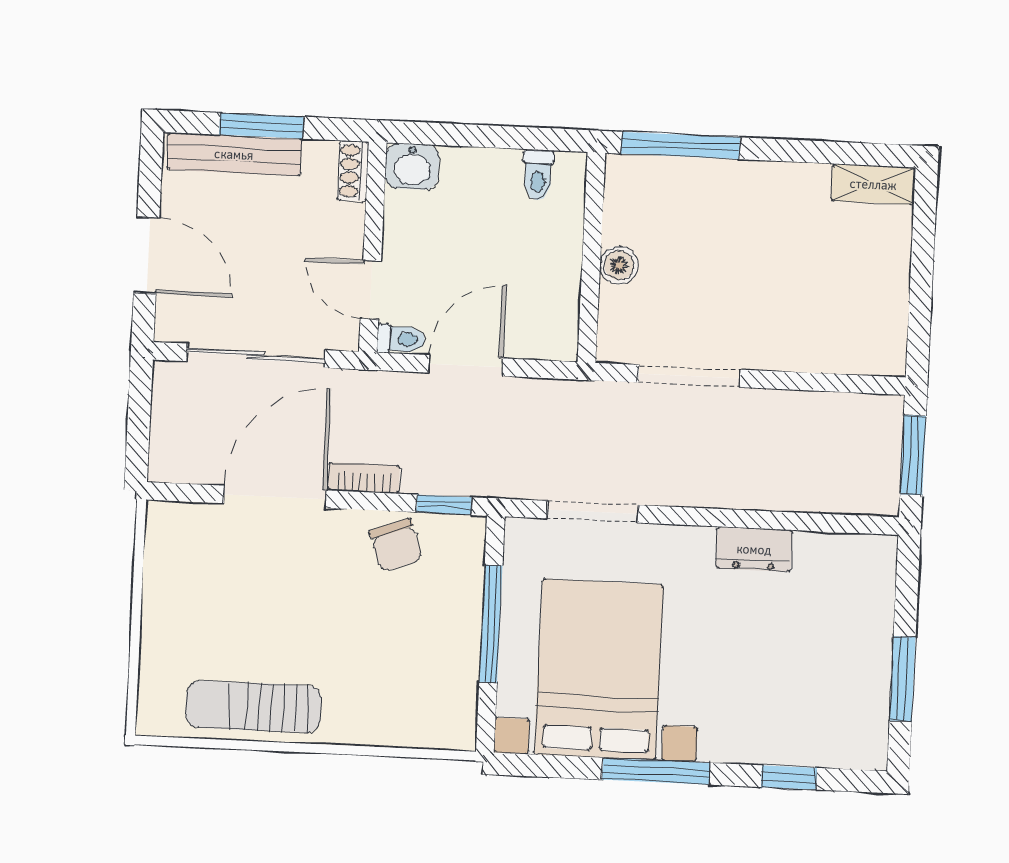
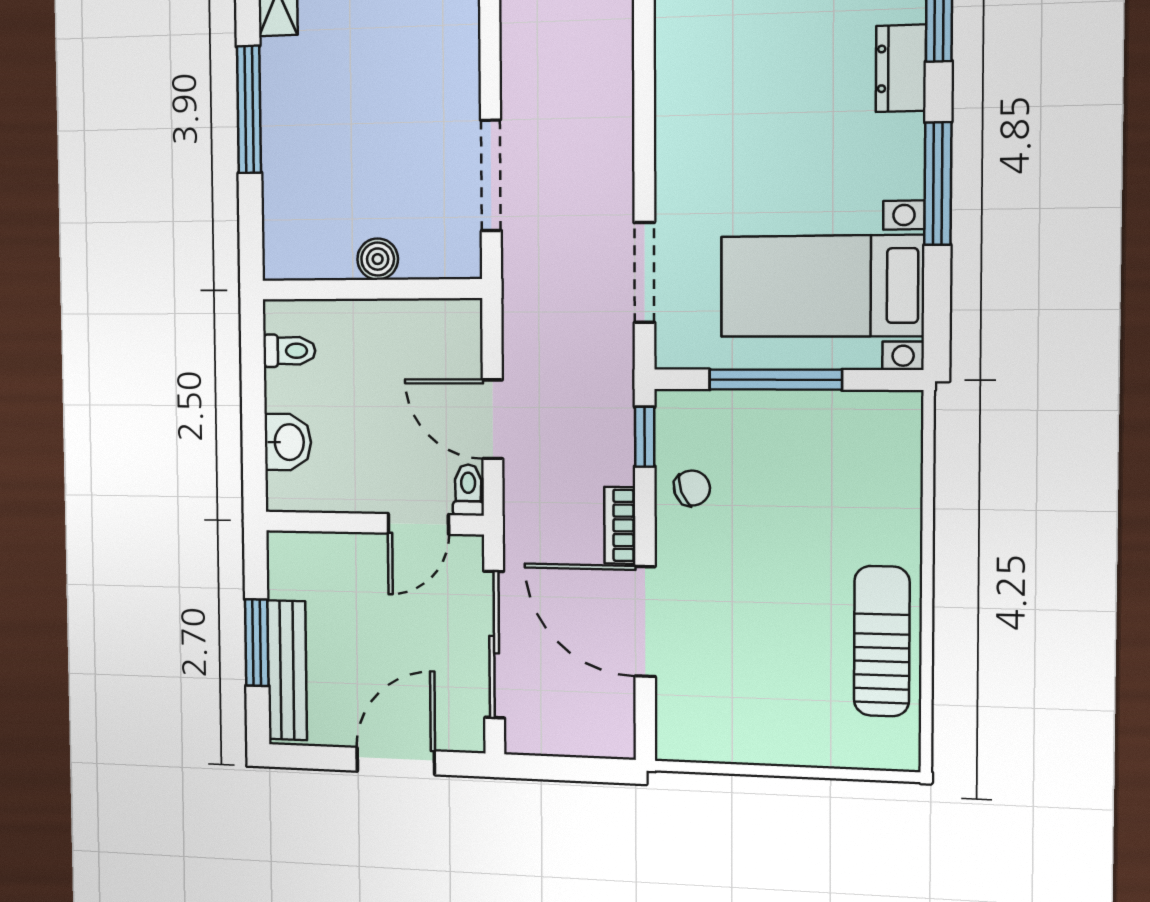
window: (680, 145) -> (249, 110), moved
washbasin: (412, 166) -> (288, 442), moved
shoe rack: (353, 171) -> (297, 546), removed
chair: (396, 545) -> (692, 488), width x0.73, depth x0.73
dresser: (754, 549) -> (901, 68), moved, turned 180
bed with nightstands: (599, 669) -> (822, 286), width x0.73
sun lounger: (253, 707) -> (882, 641), turned 180

